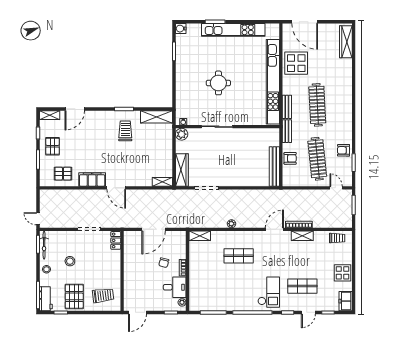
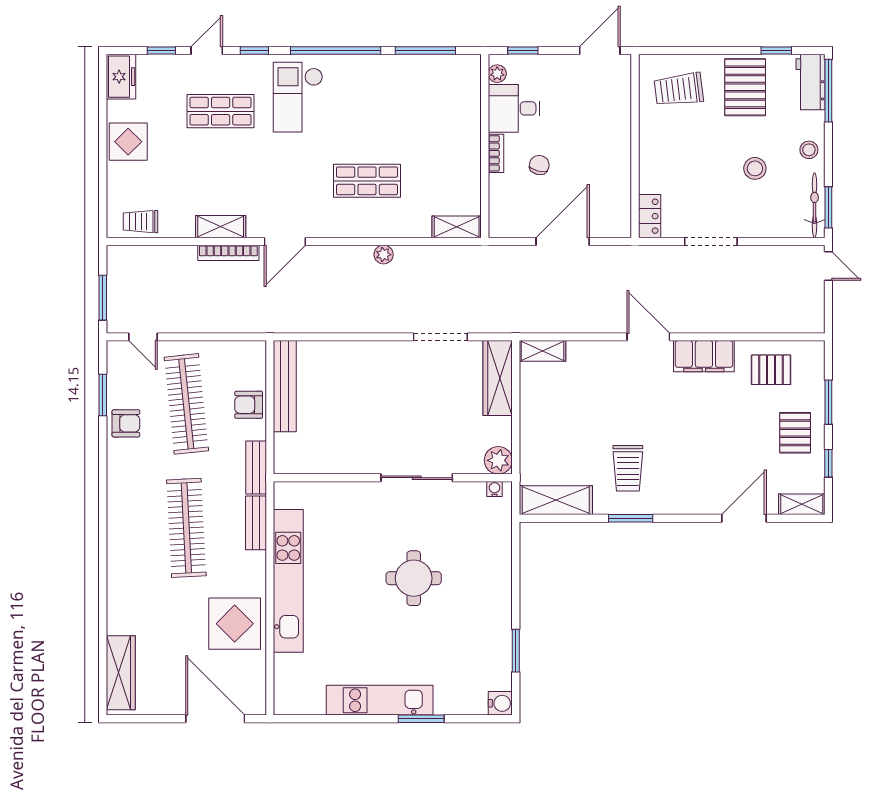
kitchen unit: (233, 30) -> (380, 700), width x0.73
kitchen unit: (273, 82) -> (288, 581), width x0.73

